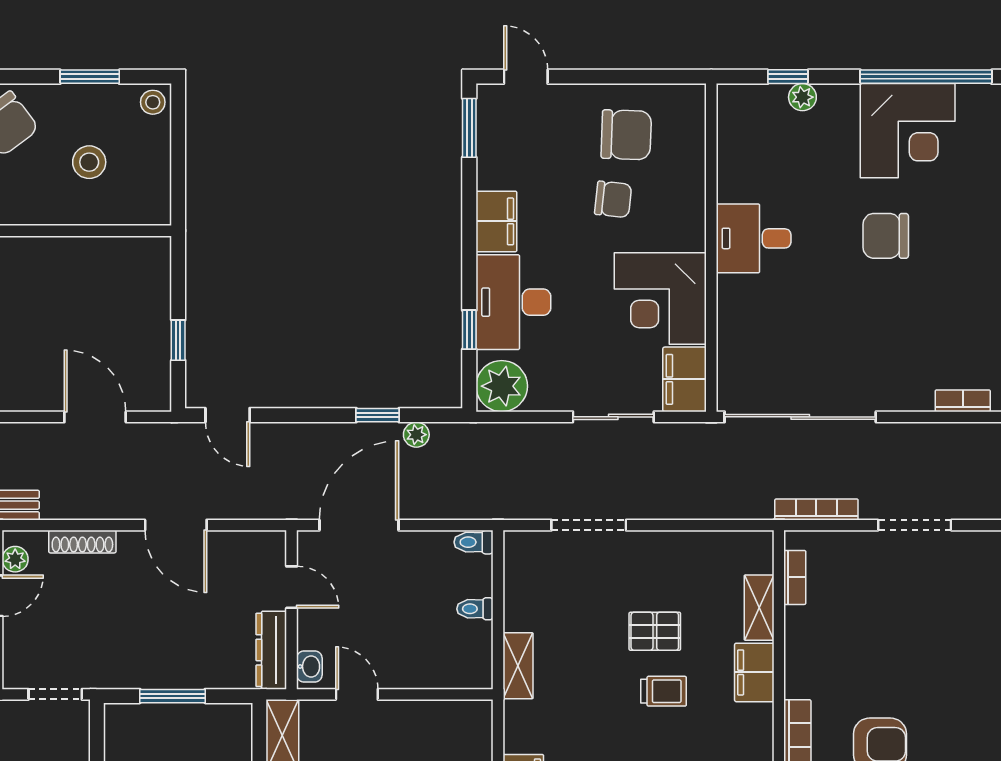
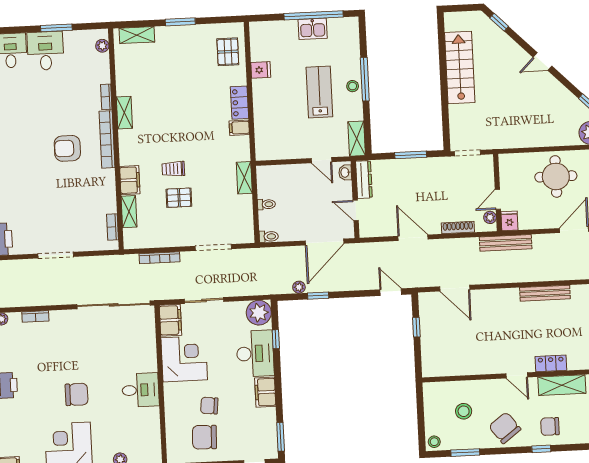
bookcase: (816, 509) -> (160, 258), moved

